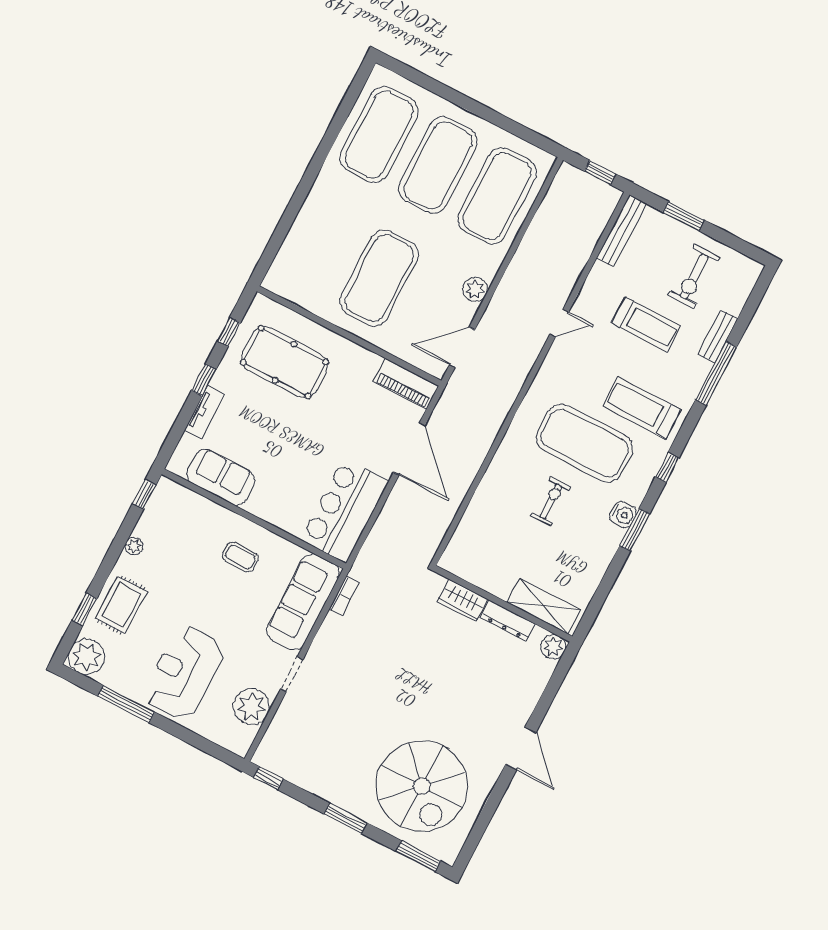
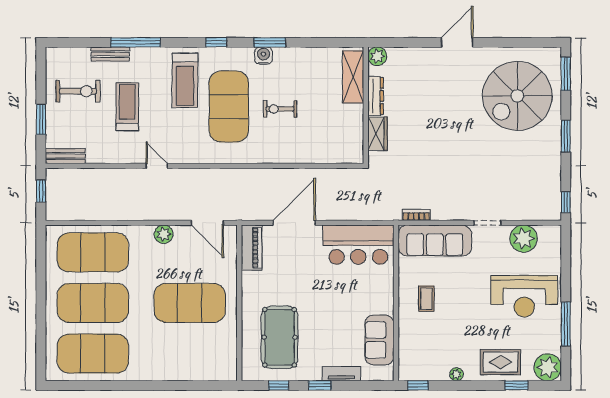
bench: (622, 231) -> (65, 156), width x0.73
spiral stairs: (422, 786) -> (517, 96), turned 180

